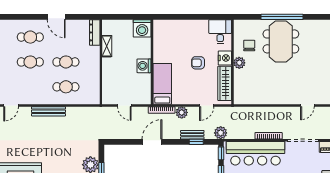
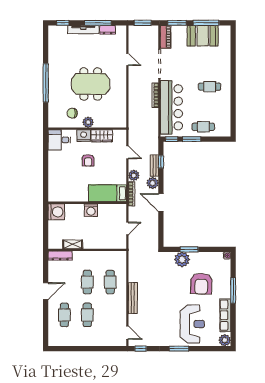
meeting table: (281, 41) -> (91, 84), moved
wardrobe: (225, 83) -> (102, 136), width x0.67
plant: (221, 133) -> (153, 183), moved

